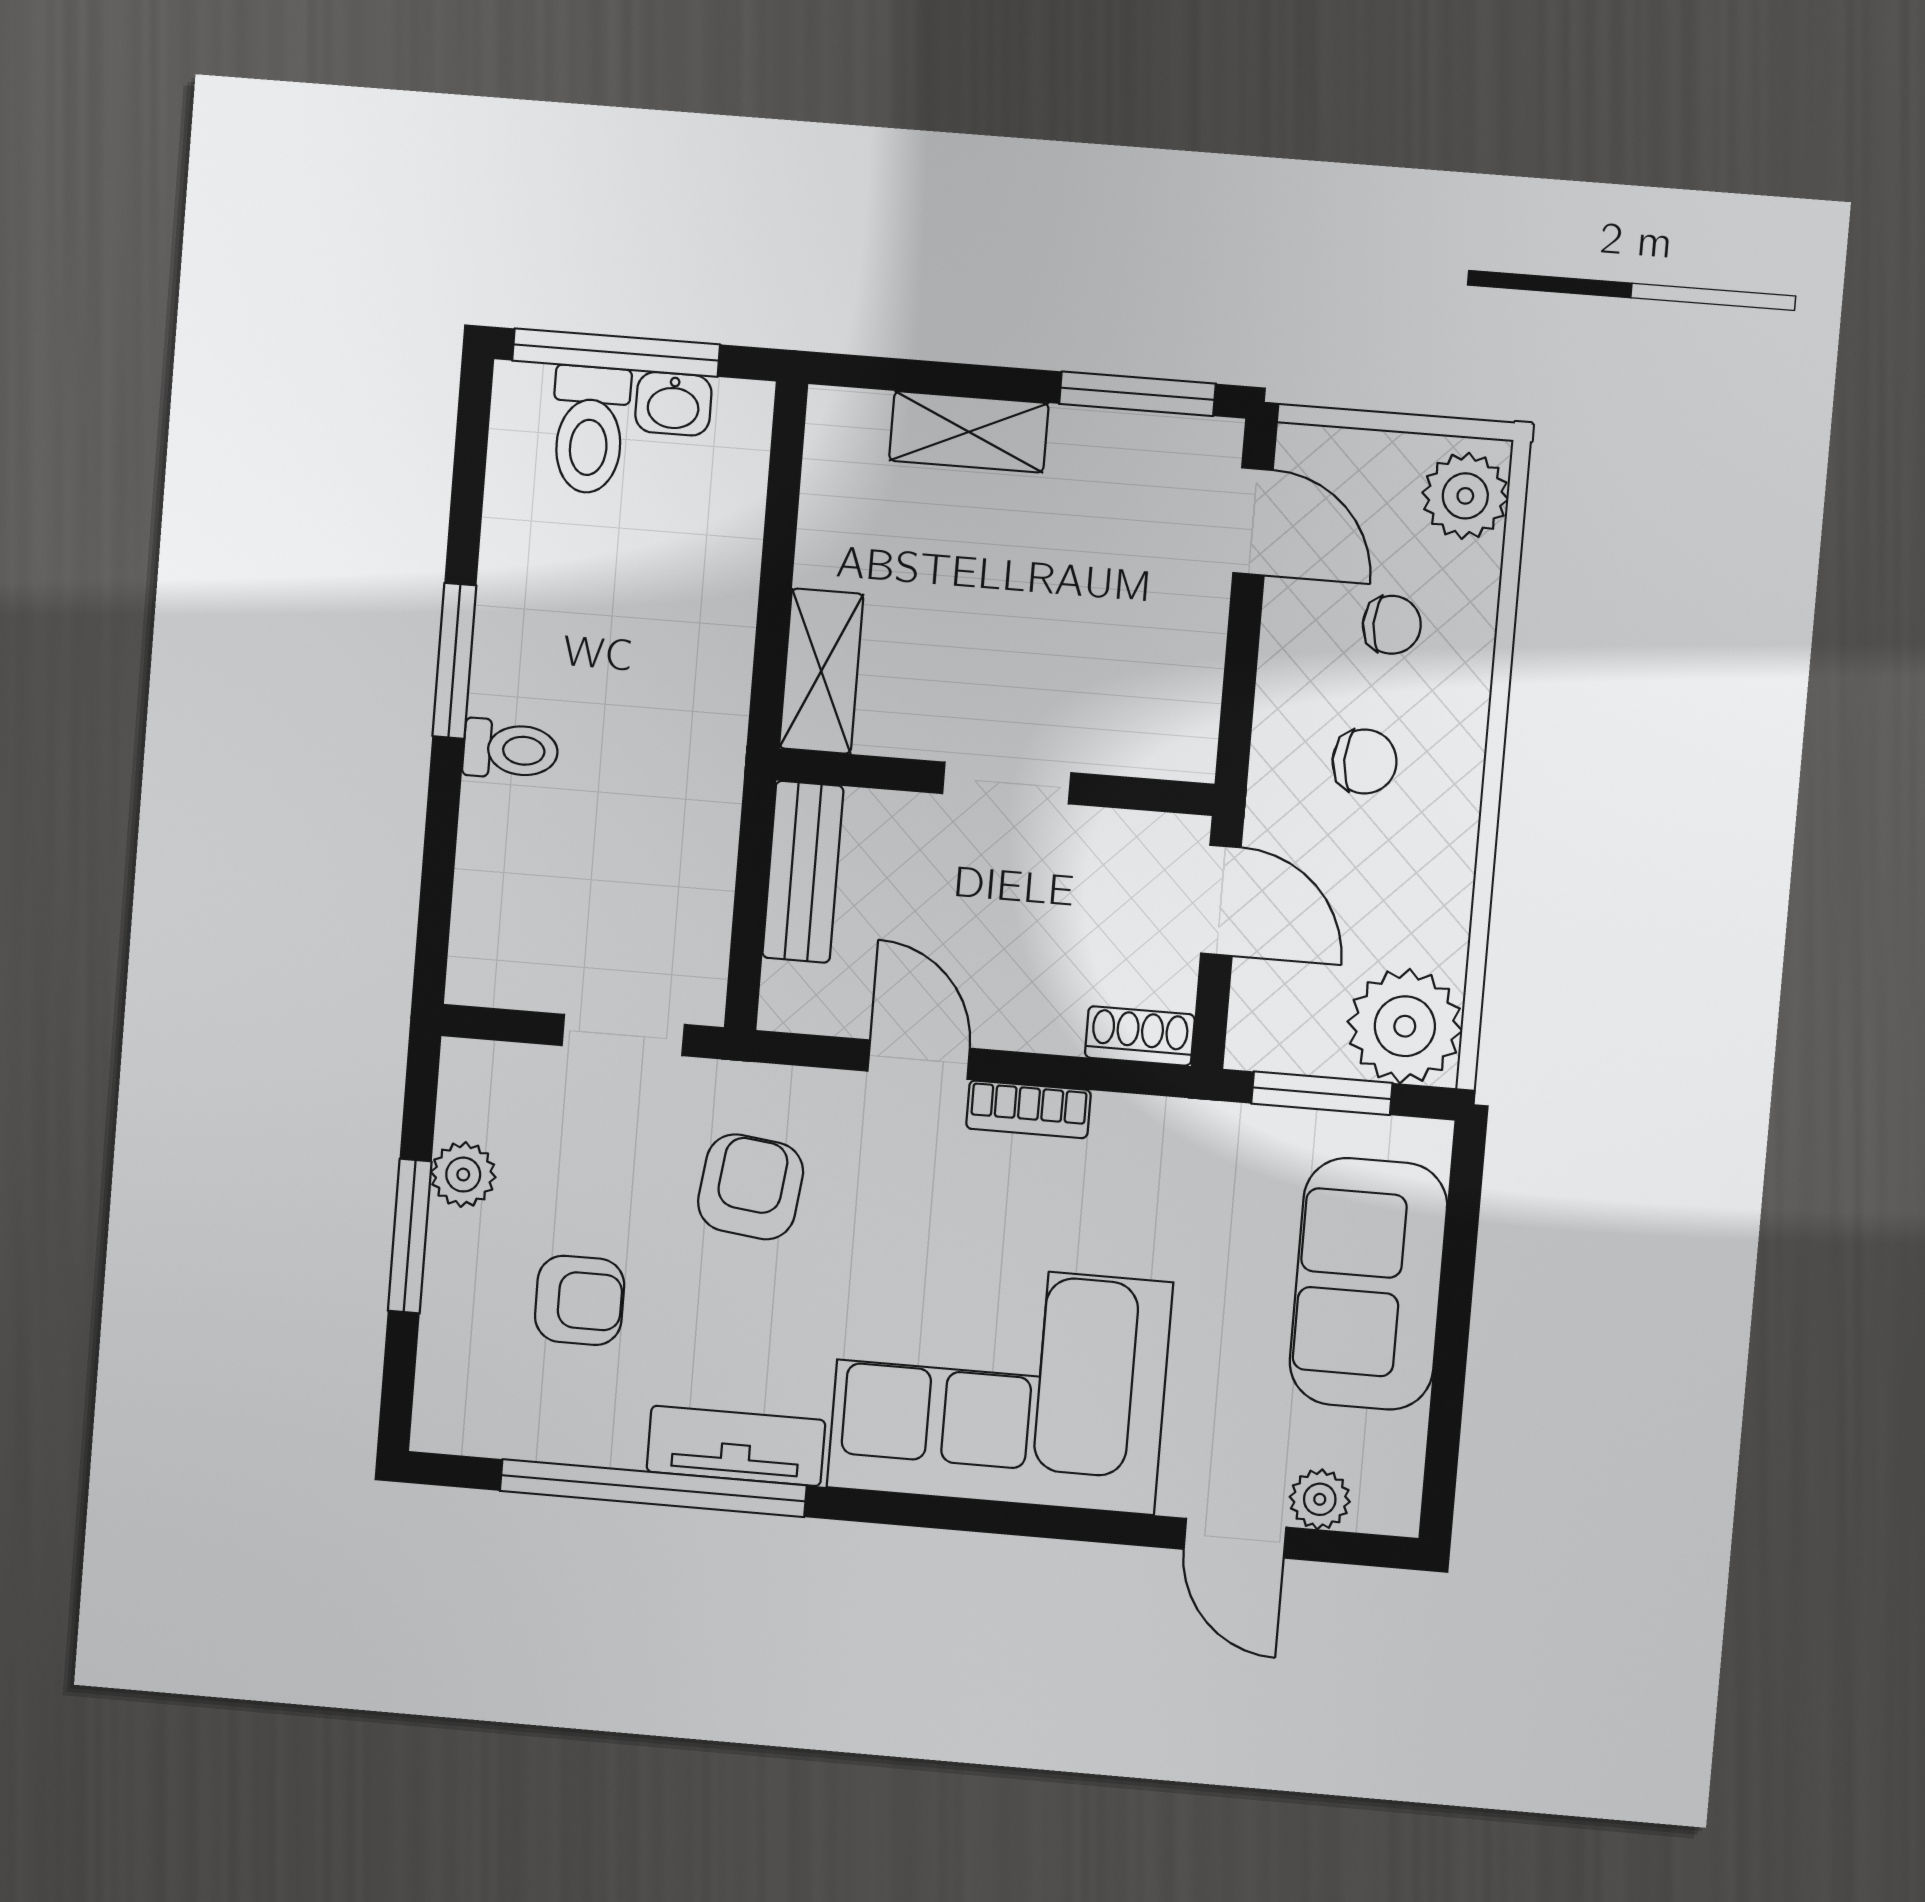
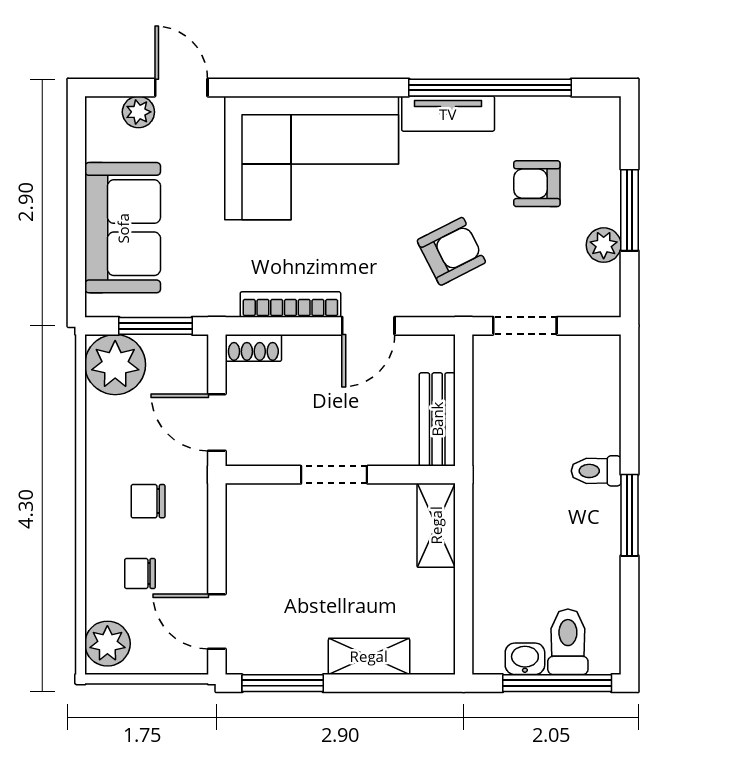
door: (919, 1060) -> (368, 326), hinge flipped
bookcase: (1028, 1109) -> (290, 304), width x1.56
armchair: (751, 1187) -> (451, 251), turned -124

